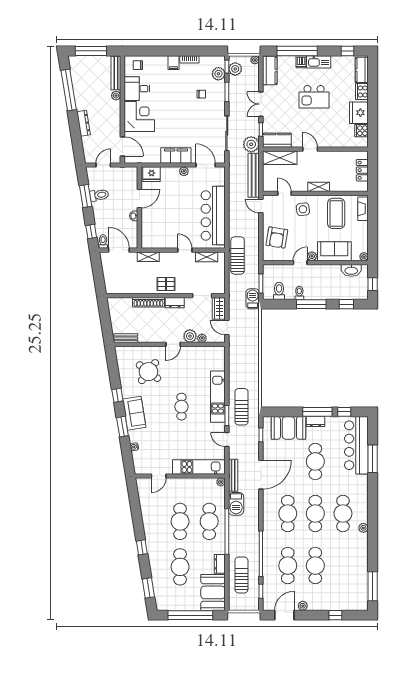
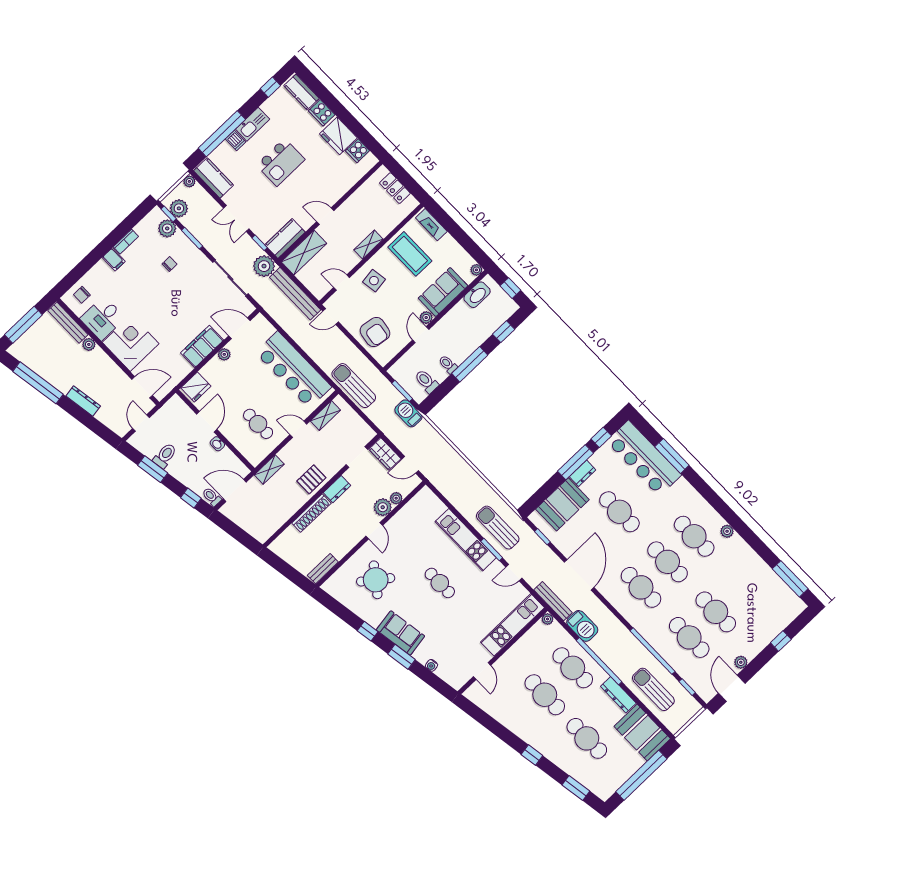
cafe table: (166, 226) -> (258, 424), added
dresser: (220, 564) -> (618, 695), width x1.44

